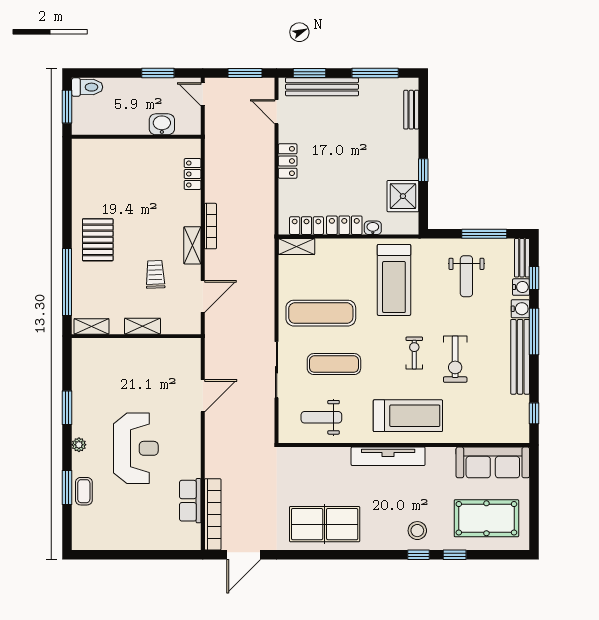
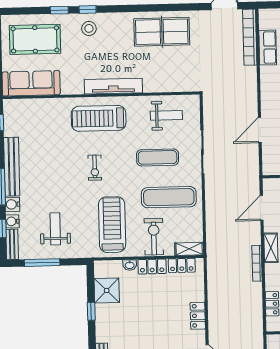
exercise bike: (455, 359) -> (154, 237), moved

